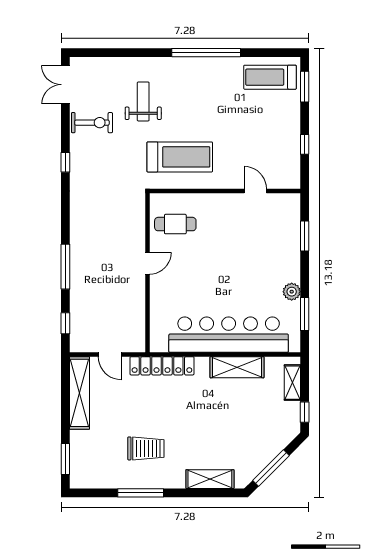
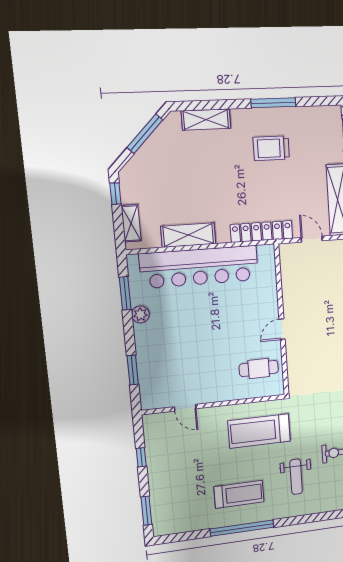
treadmill: (270, 77) -> (239, 494), moved

